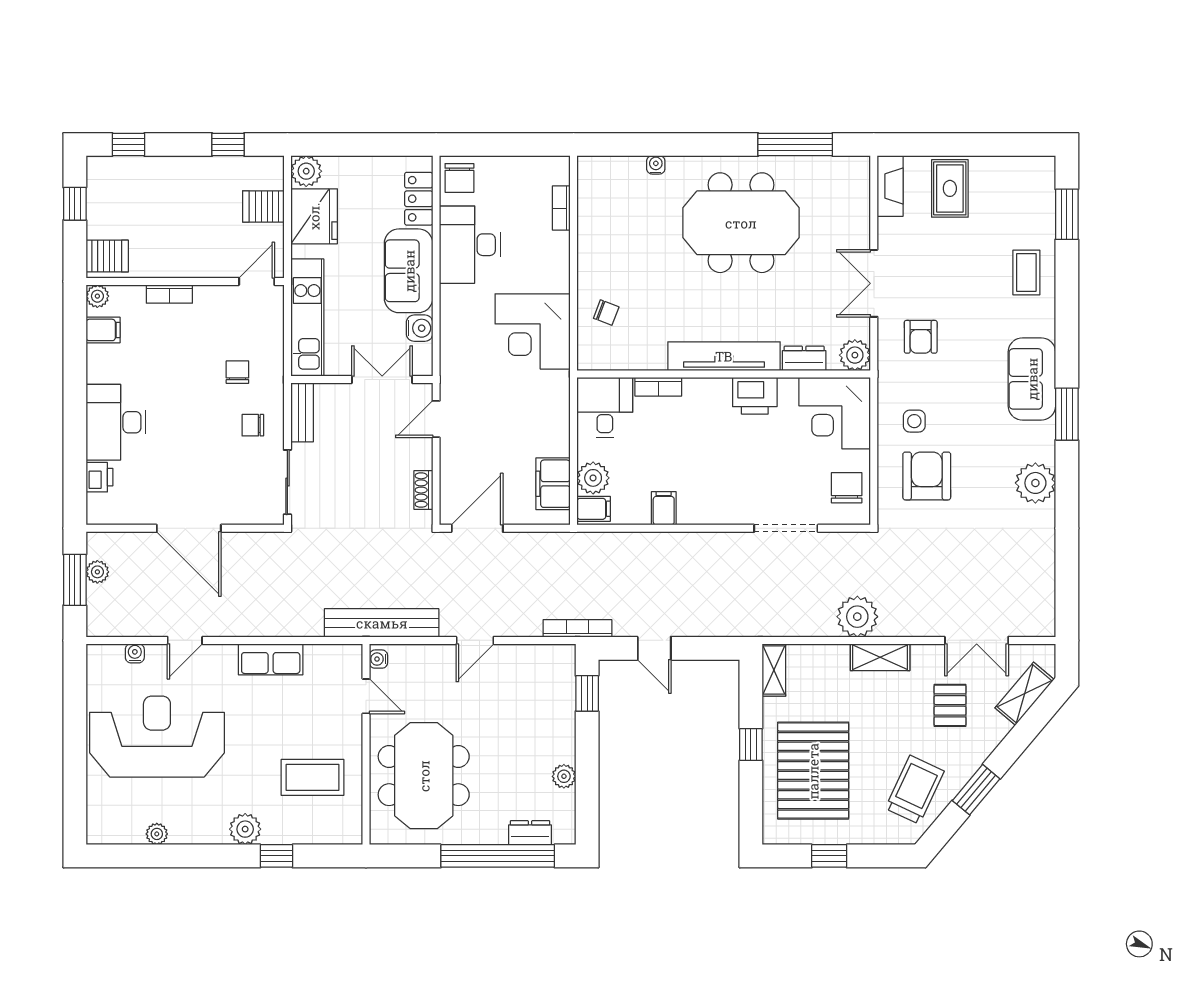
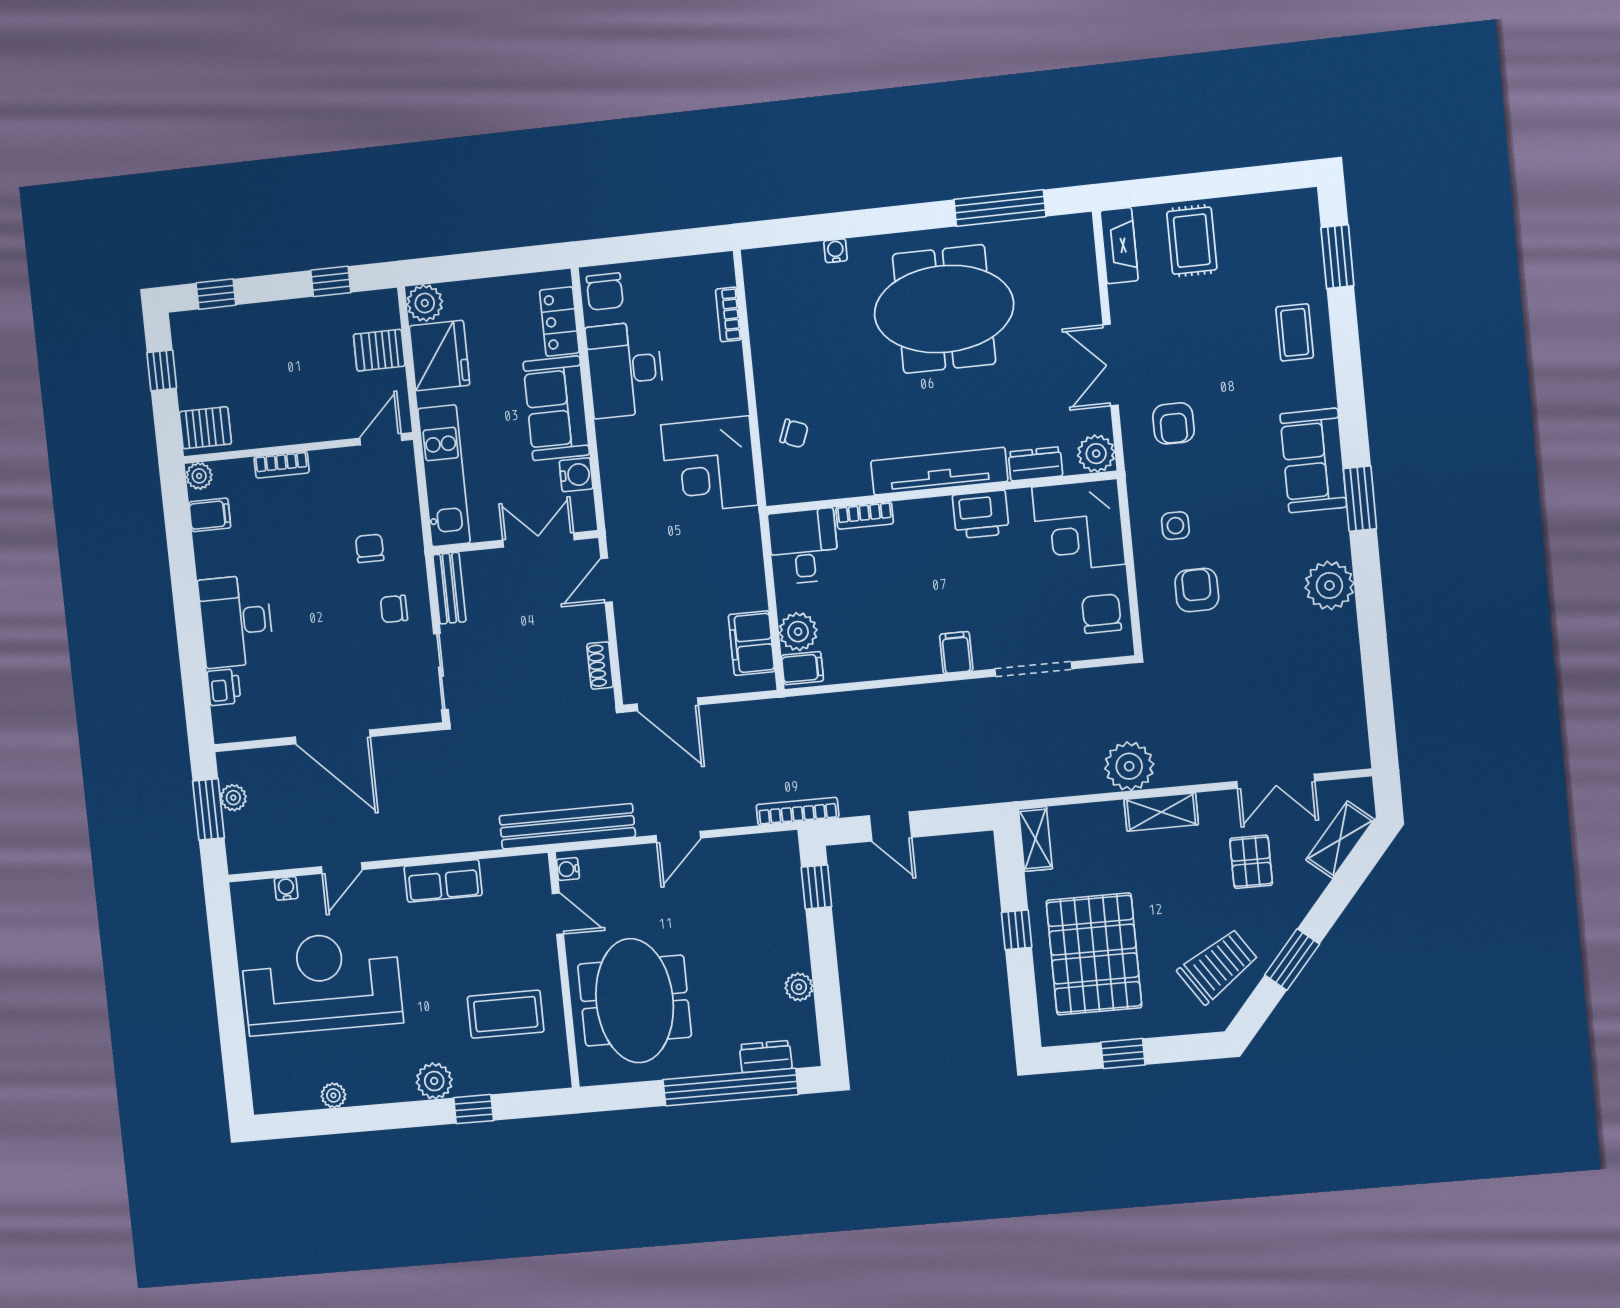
armchair: (927, 476) -> (1197, 590), width x0.72, depth x0.72
filing cabinet: (664, 508) -> (956, 653), moved
door: (477, 528) -> (668, 704), swing flipped
trolley: (915, 790) -> (1218, 966), turned 31

